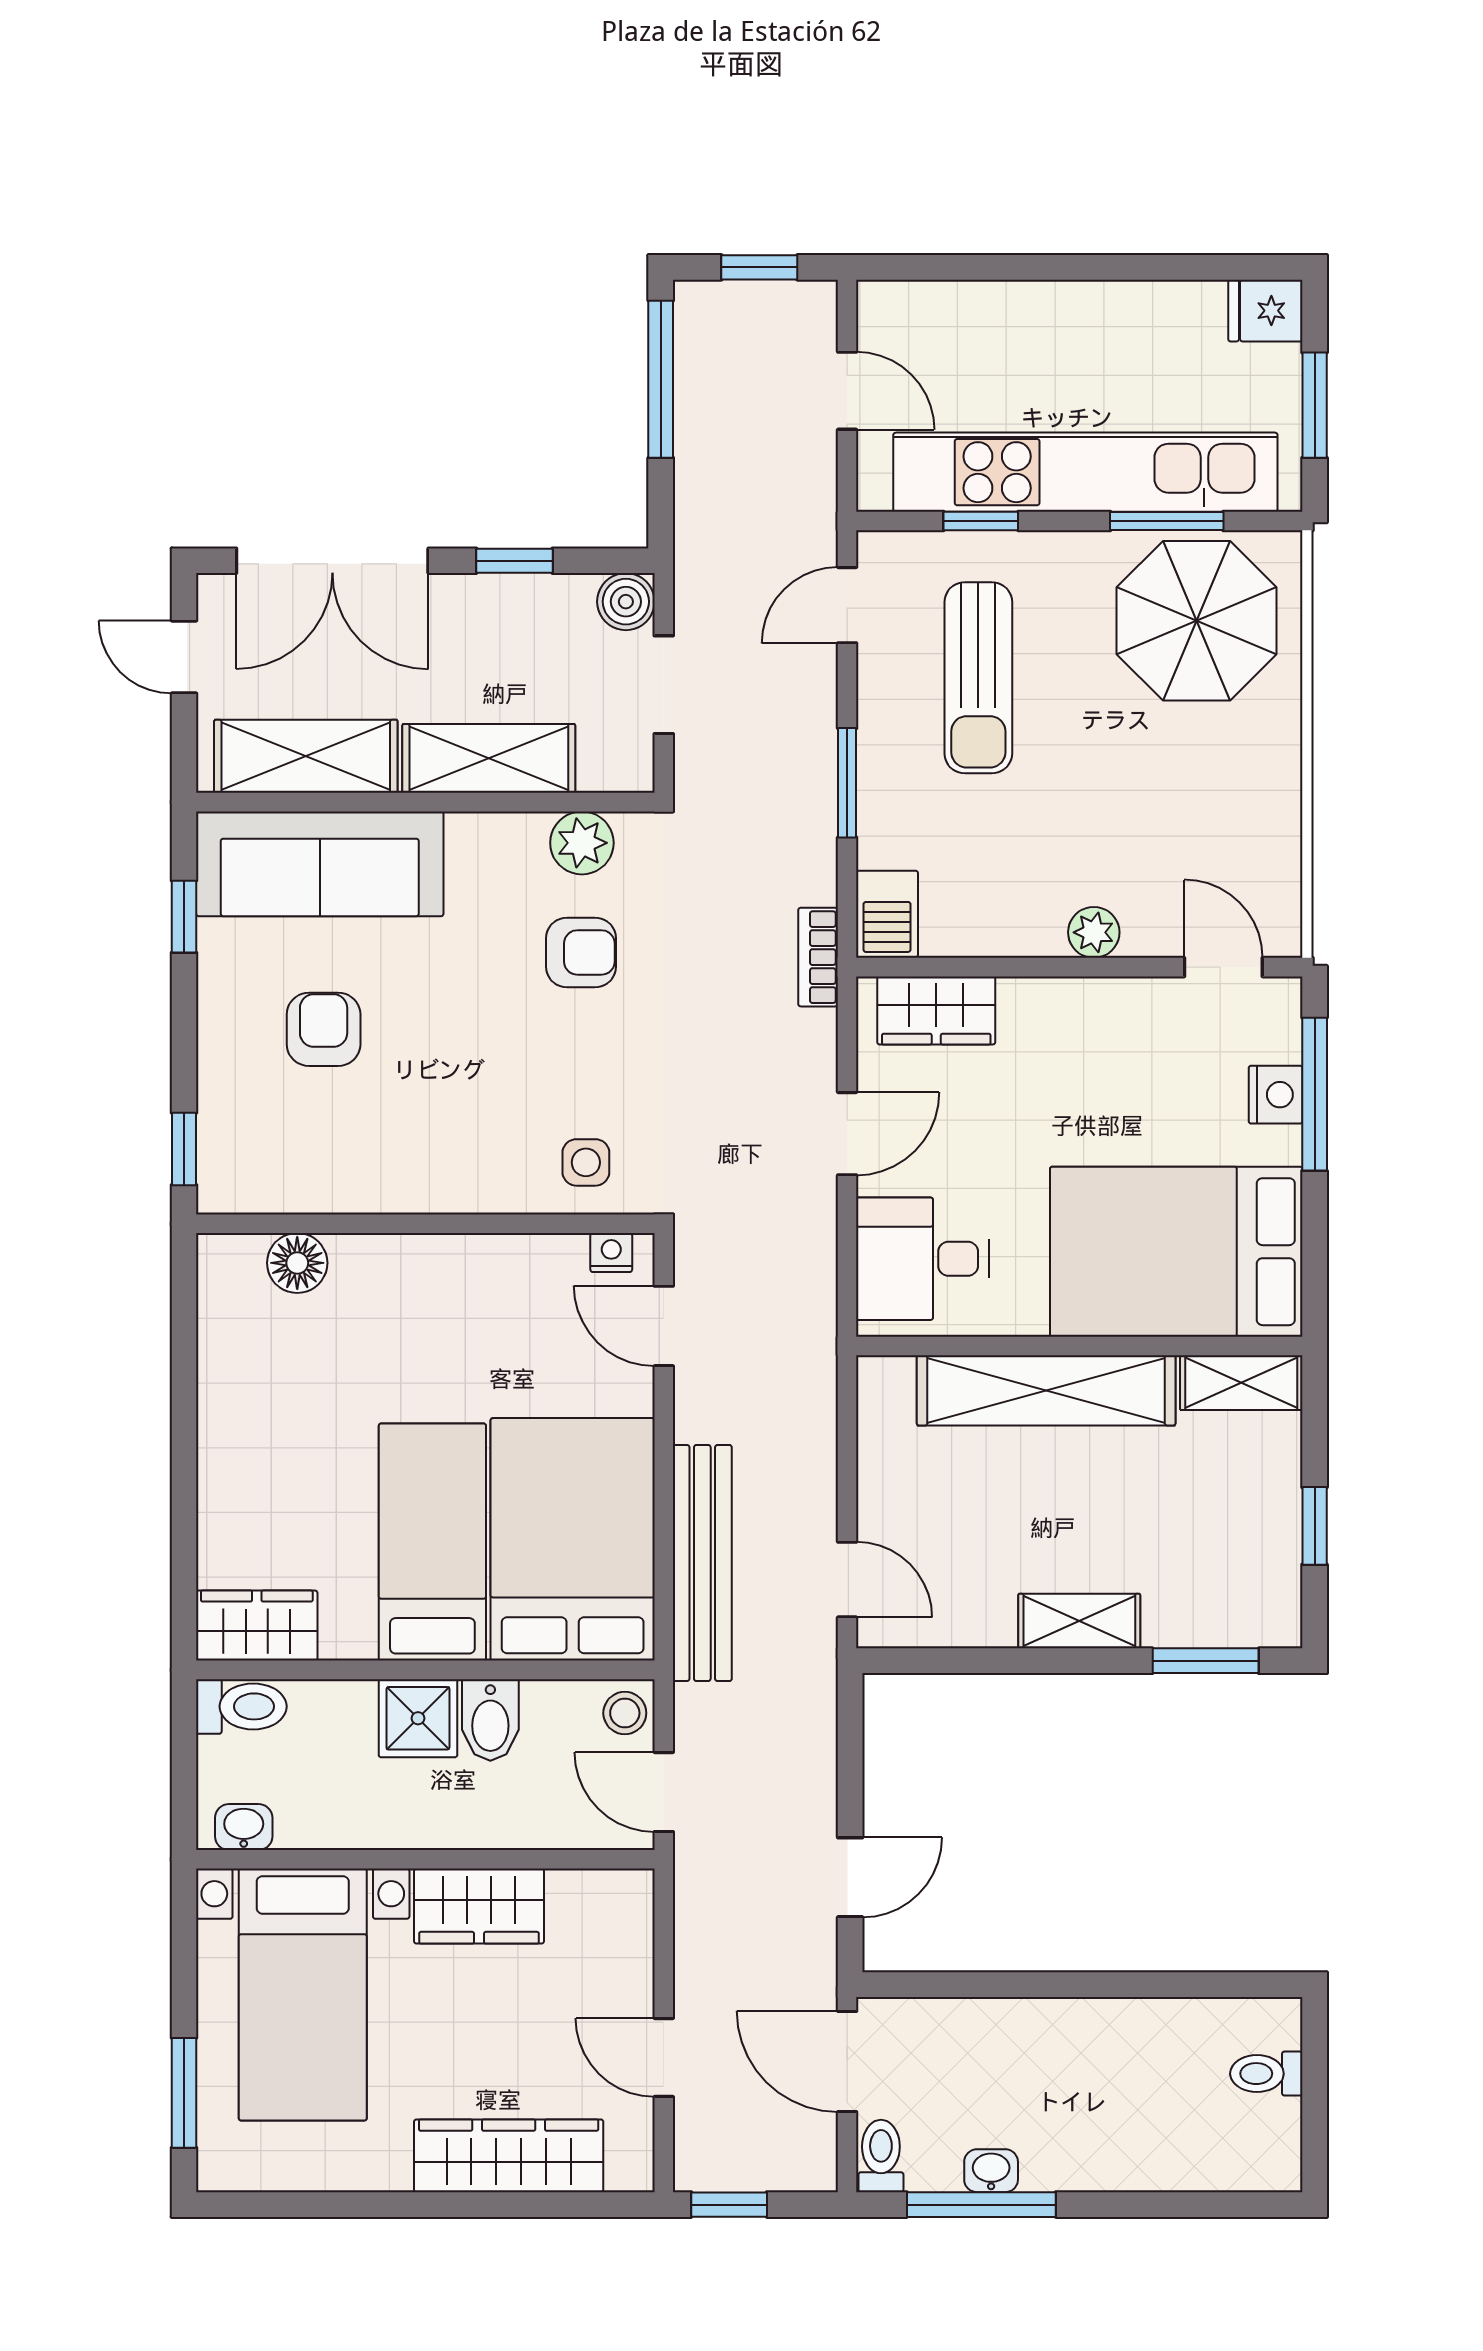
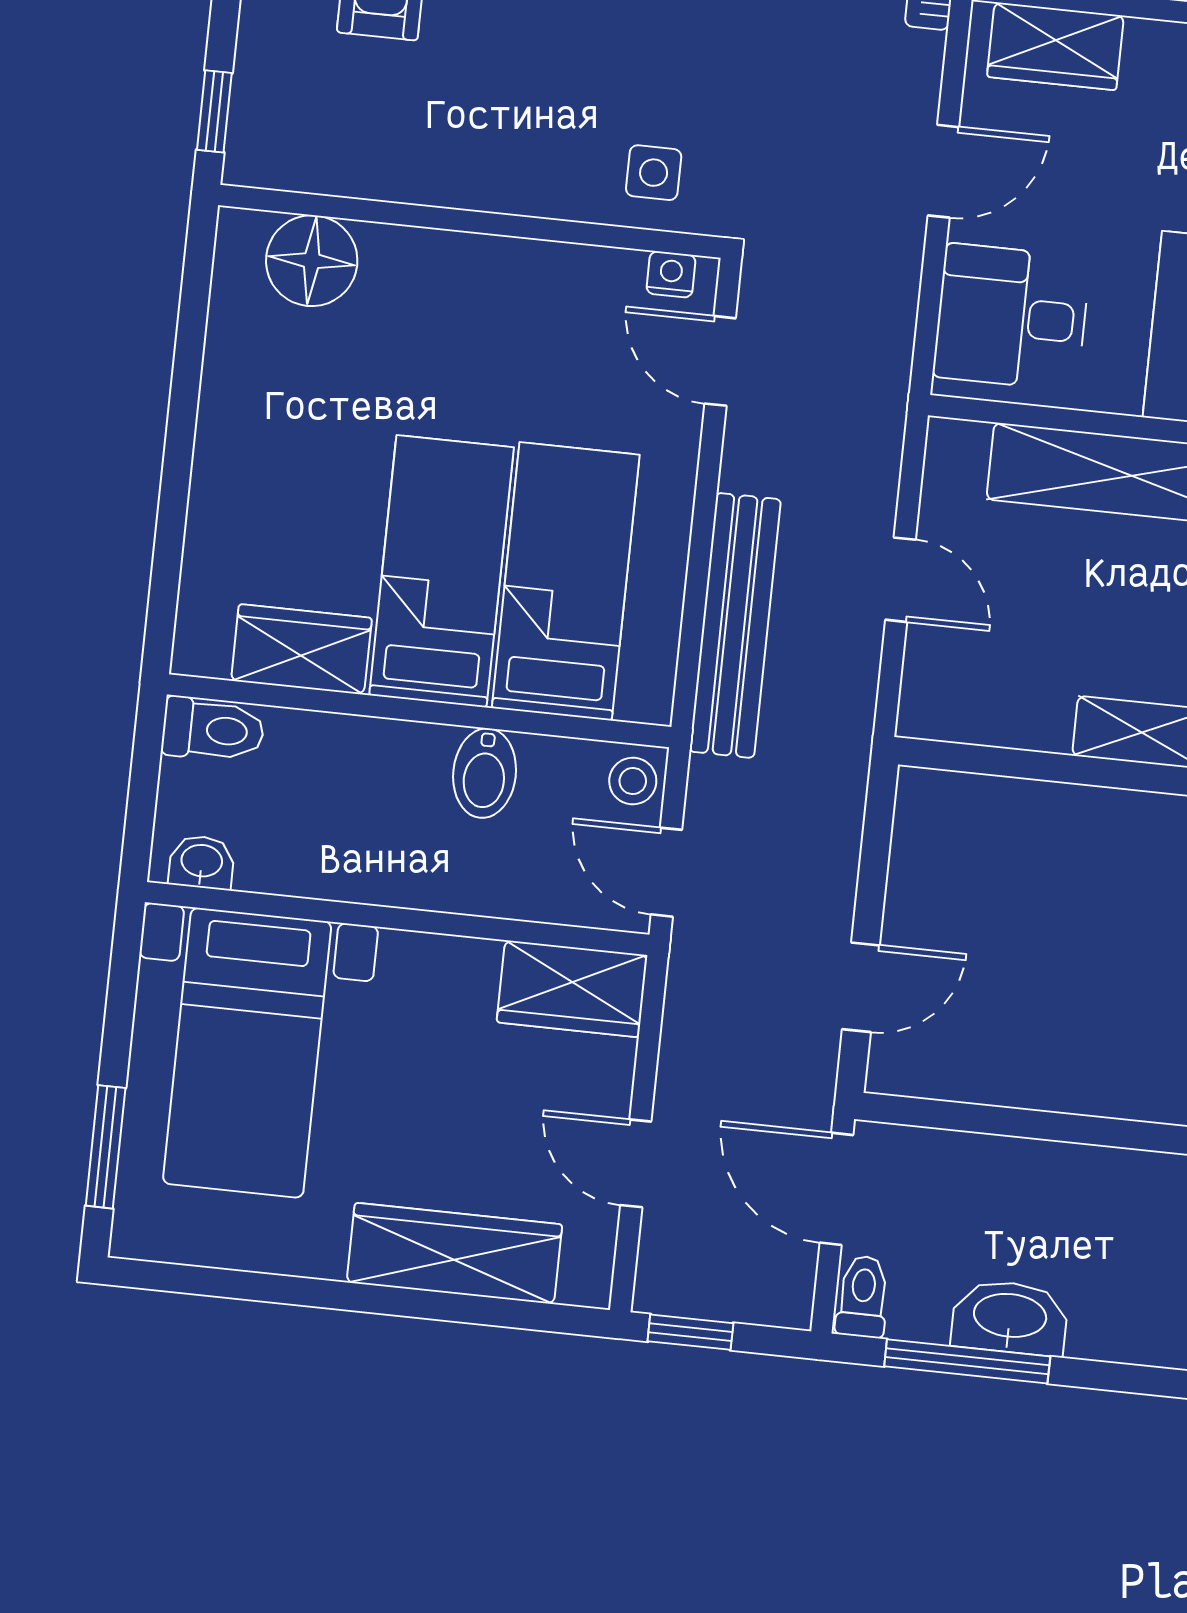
floor lamp: (297, 1263) -> (312, 261), width x1.38, depth x1.38
bed: (573, 1539) -> (566, 581), width x0.67
door: (847, 1580) -> (900, 580), moved
wardrobe: (257, 1626) -> (301, 649), moved
shower: (418, 1718) -> (405, 763), removed
wardrobe: (479, 1906) -> (572, 989), moved
washbasin: (991, 2171) -> (1010, 1317), width x1.91, depth x1.45

